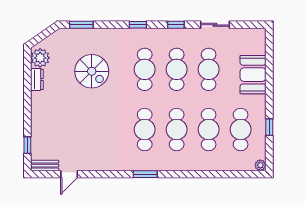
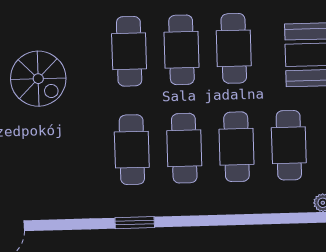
spiral stairs: (92, 71) -> (38, 79), moved

